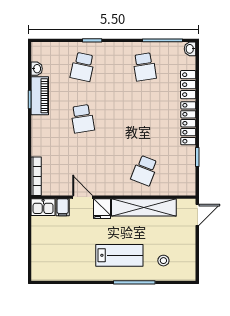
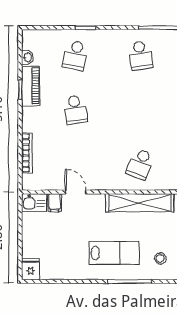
bookcase: (36, 176) -> (27, 153), moved
fridge: (102, 209) -> (31, 269), moved, turned 180

